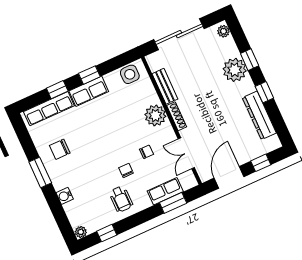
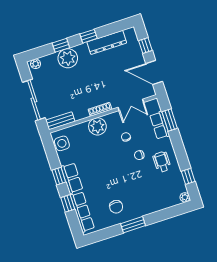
bench: (165, 86) -> (60, 121), moved
water cooler: (65, 196) -> (154, 207), removed
wheelchair: (121, 199) -> (162, 162), turned -90

